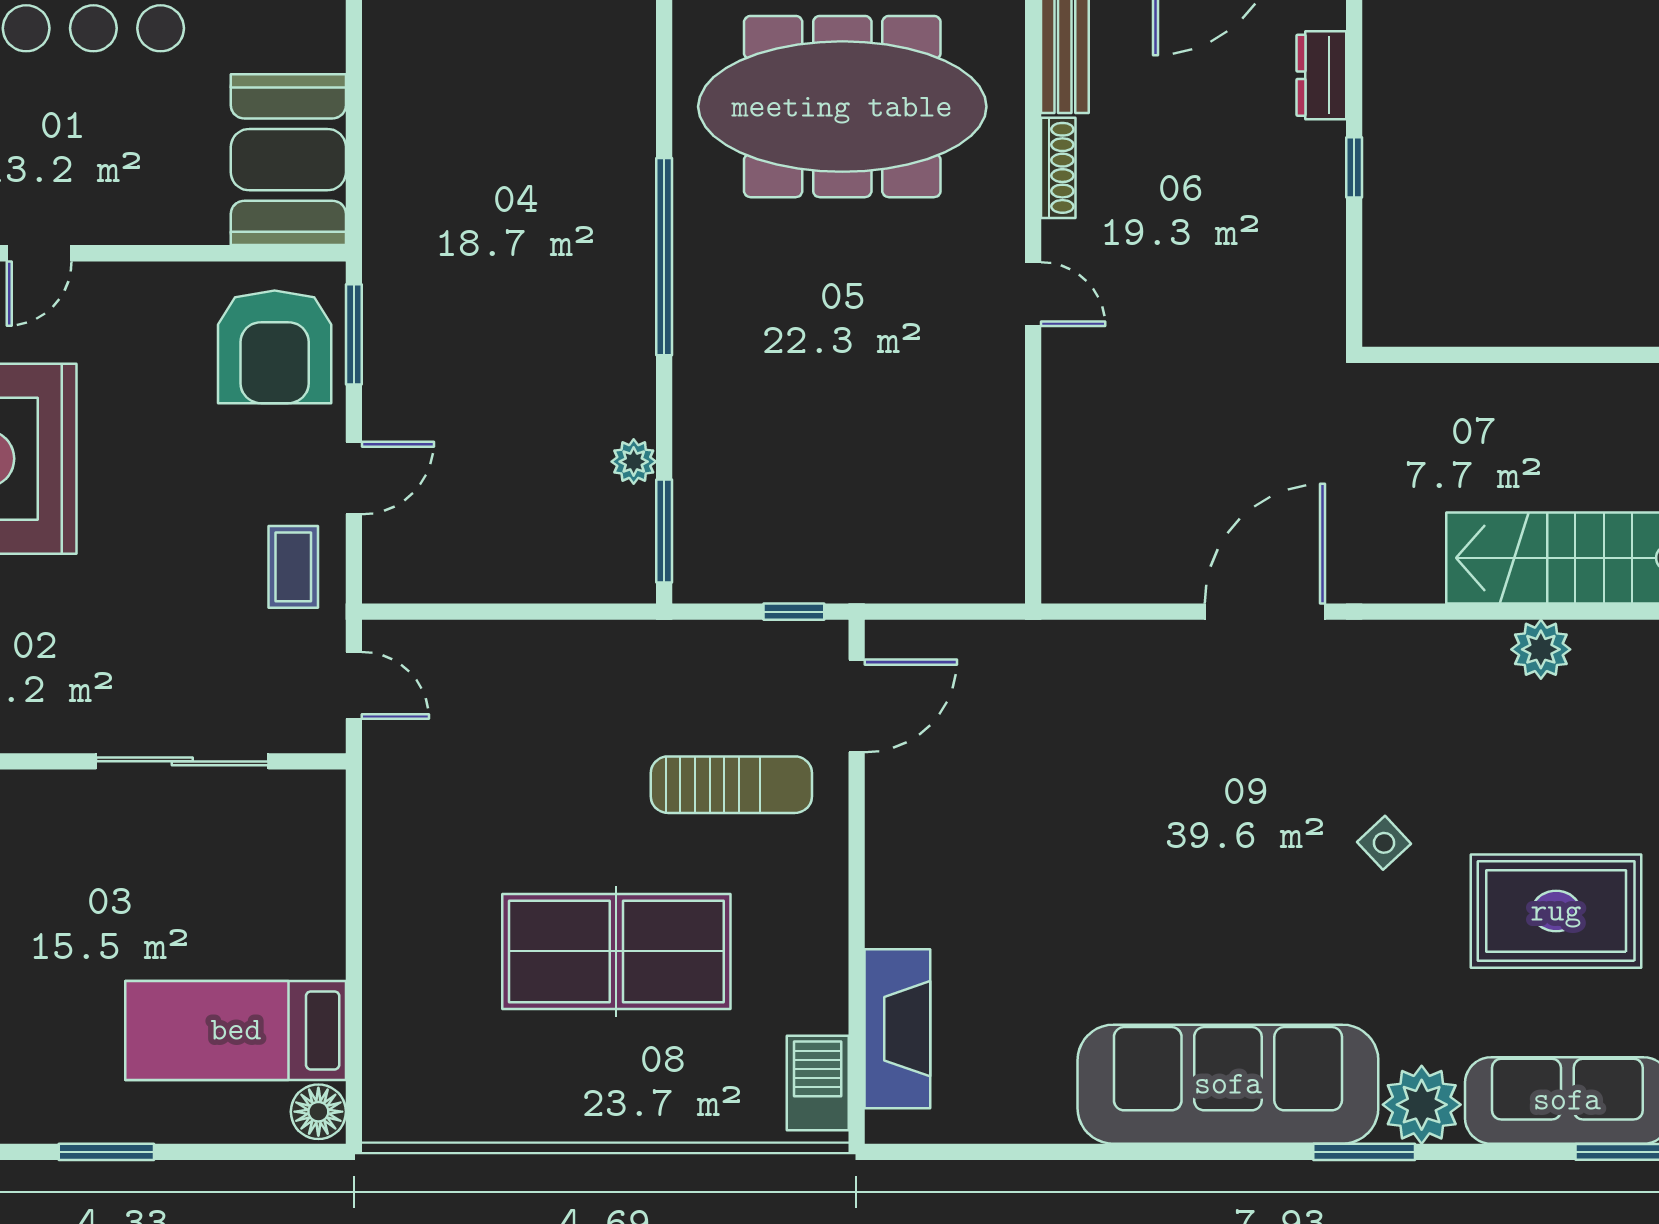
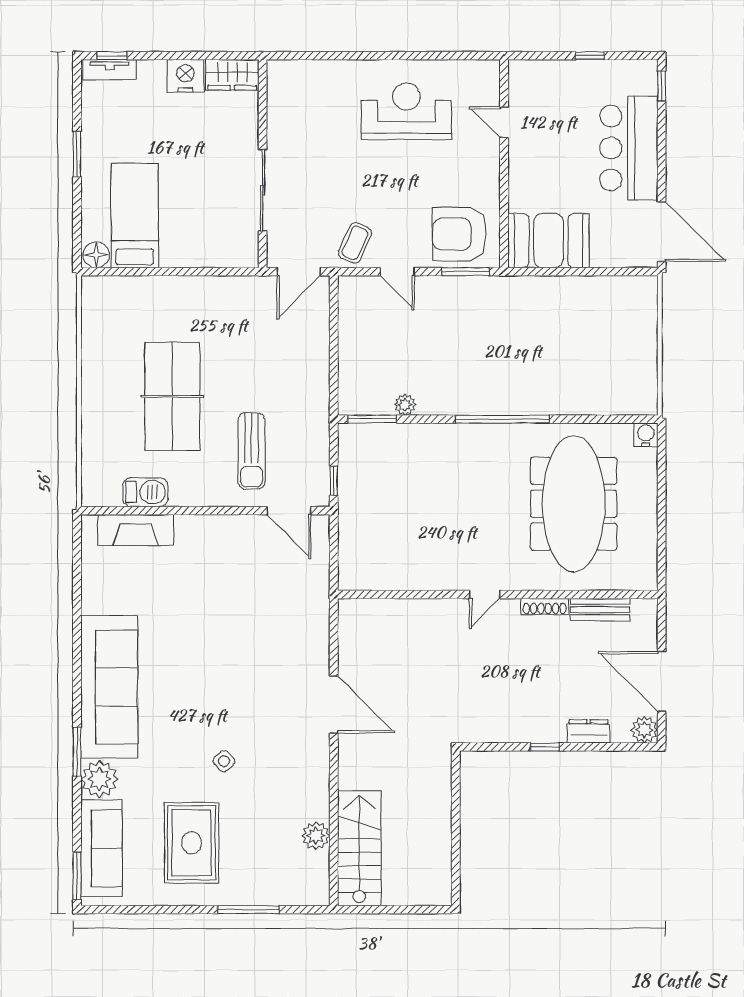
coffee table: (293, 567) -> (355, 243), turned -66
door: (354, 685) -> (299, 272), width x1.37
barbecue: (818, 1083) -> (145, 492), moved

